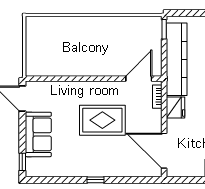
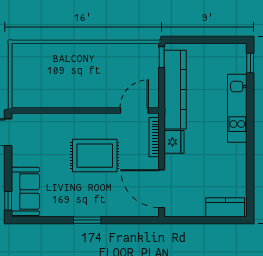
bookcase: (157, 97) -> (154, 137), width x1.56
sofa: (38, 134) -> (25, 191), moved
window: (95, 180) -> (87, 220), width x1.50

